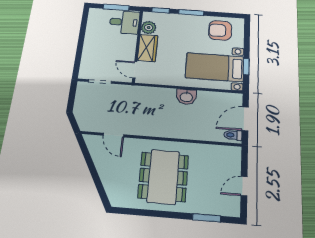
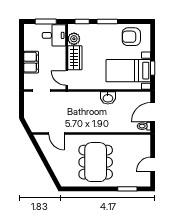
filing cabinet: (92, 49) -> (31, 62), added

